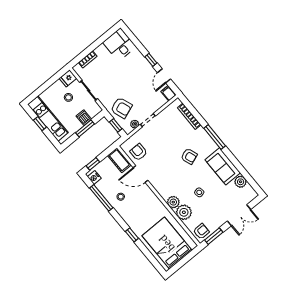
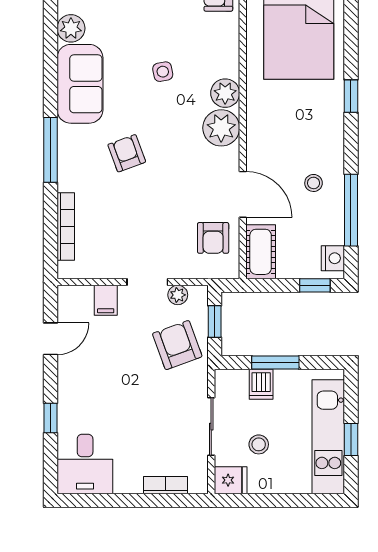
window: (151, 60) -> (51, 418), moved
filing cabinet: (168, 93) -> (106, 300), moved
plant: (184, 212) -> (221, 128), moved

